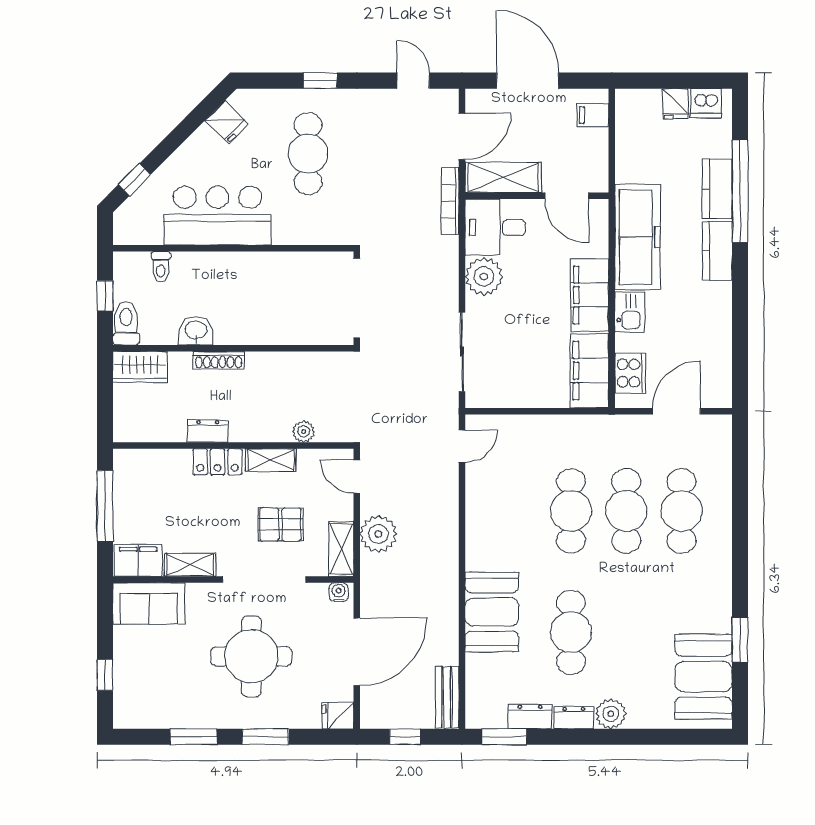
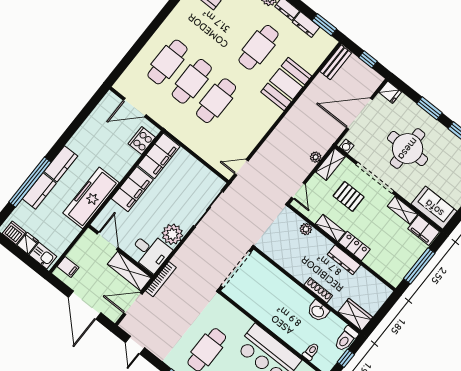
kitchen sink: (629, 312) -> (43, 256), moved, turned 90
dresser: (208, 431) -> (344, 260), width x1.44
plant: (378, 534) -> (316, 157), width x0.53, depth x0.53

